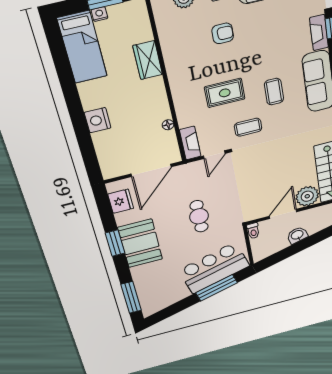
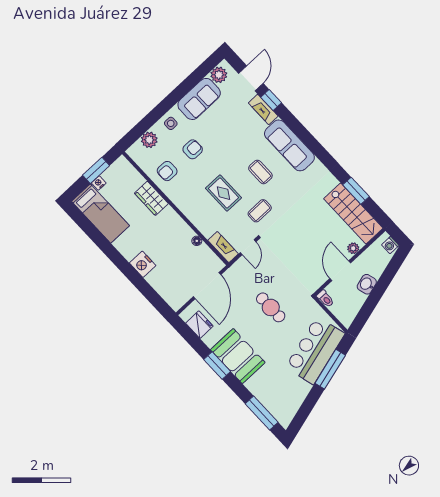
armchair: (182, 41) -> (167, 171), added
rug: (225, 93) -> (223, 193), turned 90
plant: (307, 196) -> (353, 248), width x0.53, depth x0.53

